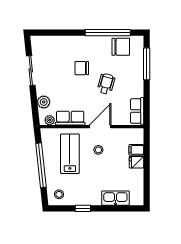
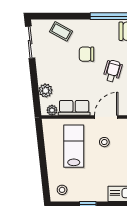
coffee table: (58, 47) -> (61, 31), added
sliding door: (31, 71) -> (30, 42), moved
window: (41, 165) -> (43, 159), removed

